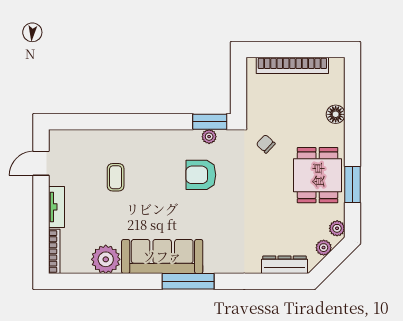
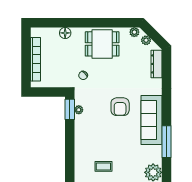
armchair: (201, 175) -> (120, 107), moved
window: (352, 184) -> (108, 23), removed
sofa: (162, 256) -> (151, 120), moved
window: (188, 281) -> (167, 142), moved

